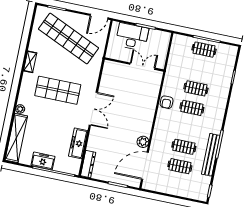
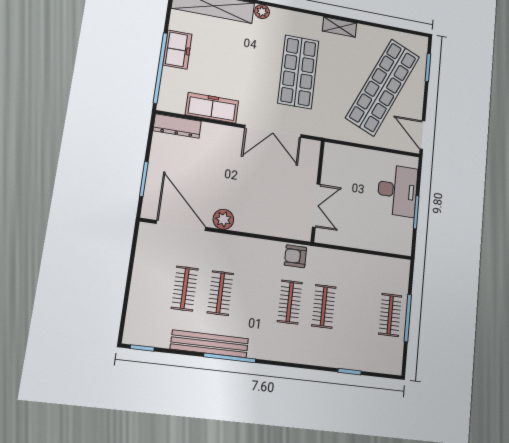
wall: (134, 64) -> (318, 191), moved
double door: (143, 66) -> (316, 206), moved

